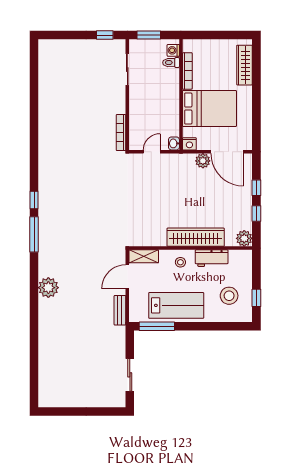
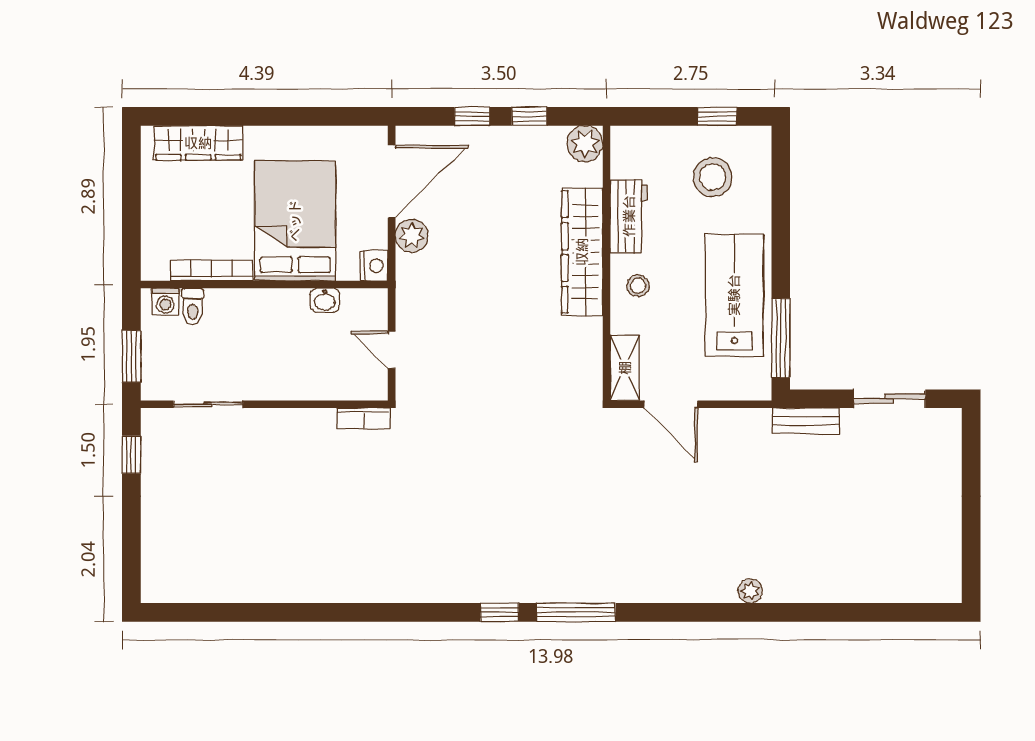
bookcase: (121, 133) -> (363, 418), width x0.64
washbasin: (174, 143) -> (325, 300), moved
plant: (48, 288) -> (750, 591), moved, width x0.53, depth x0.53
bench: (120, 310) -> (806, 421), moved

